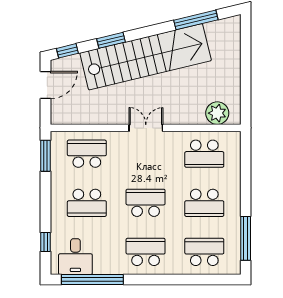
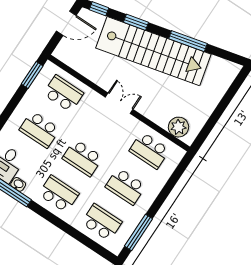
window: (196, 20) -> (188, 41), moved
school desk: (146, 203) -> (83, 158), turned 180
washbasin: (101, 268) -> (18, 184), added

